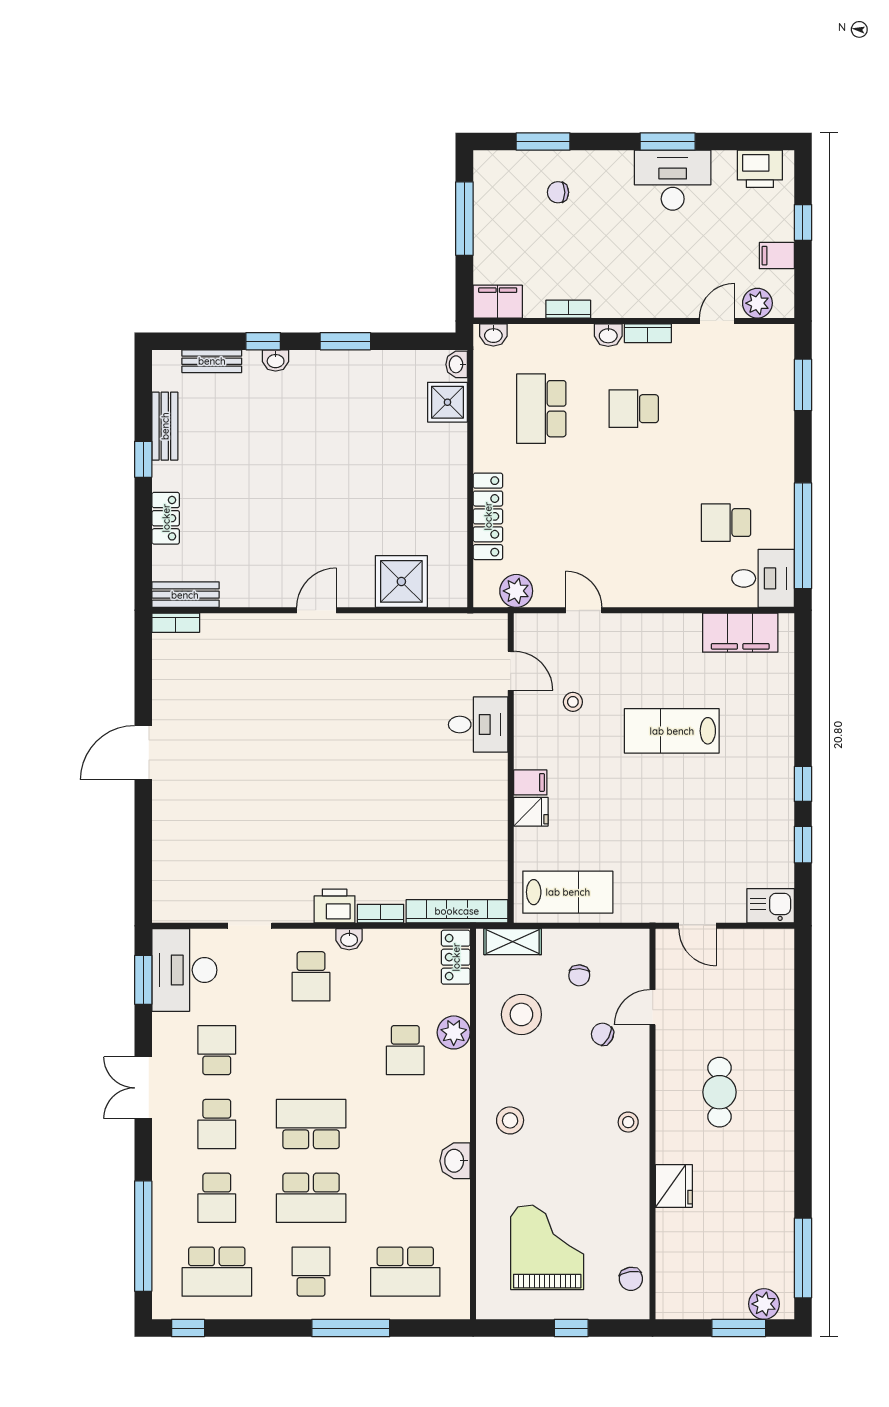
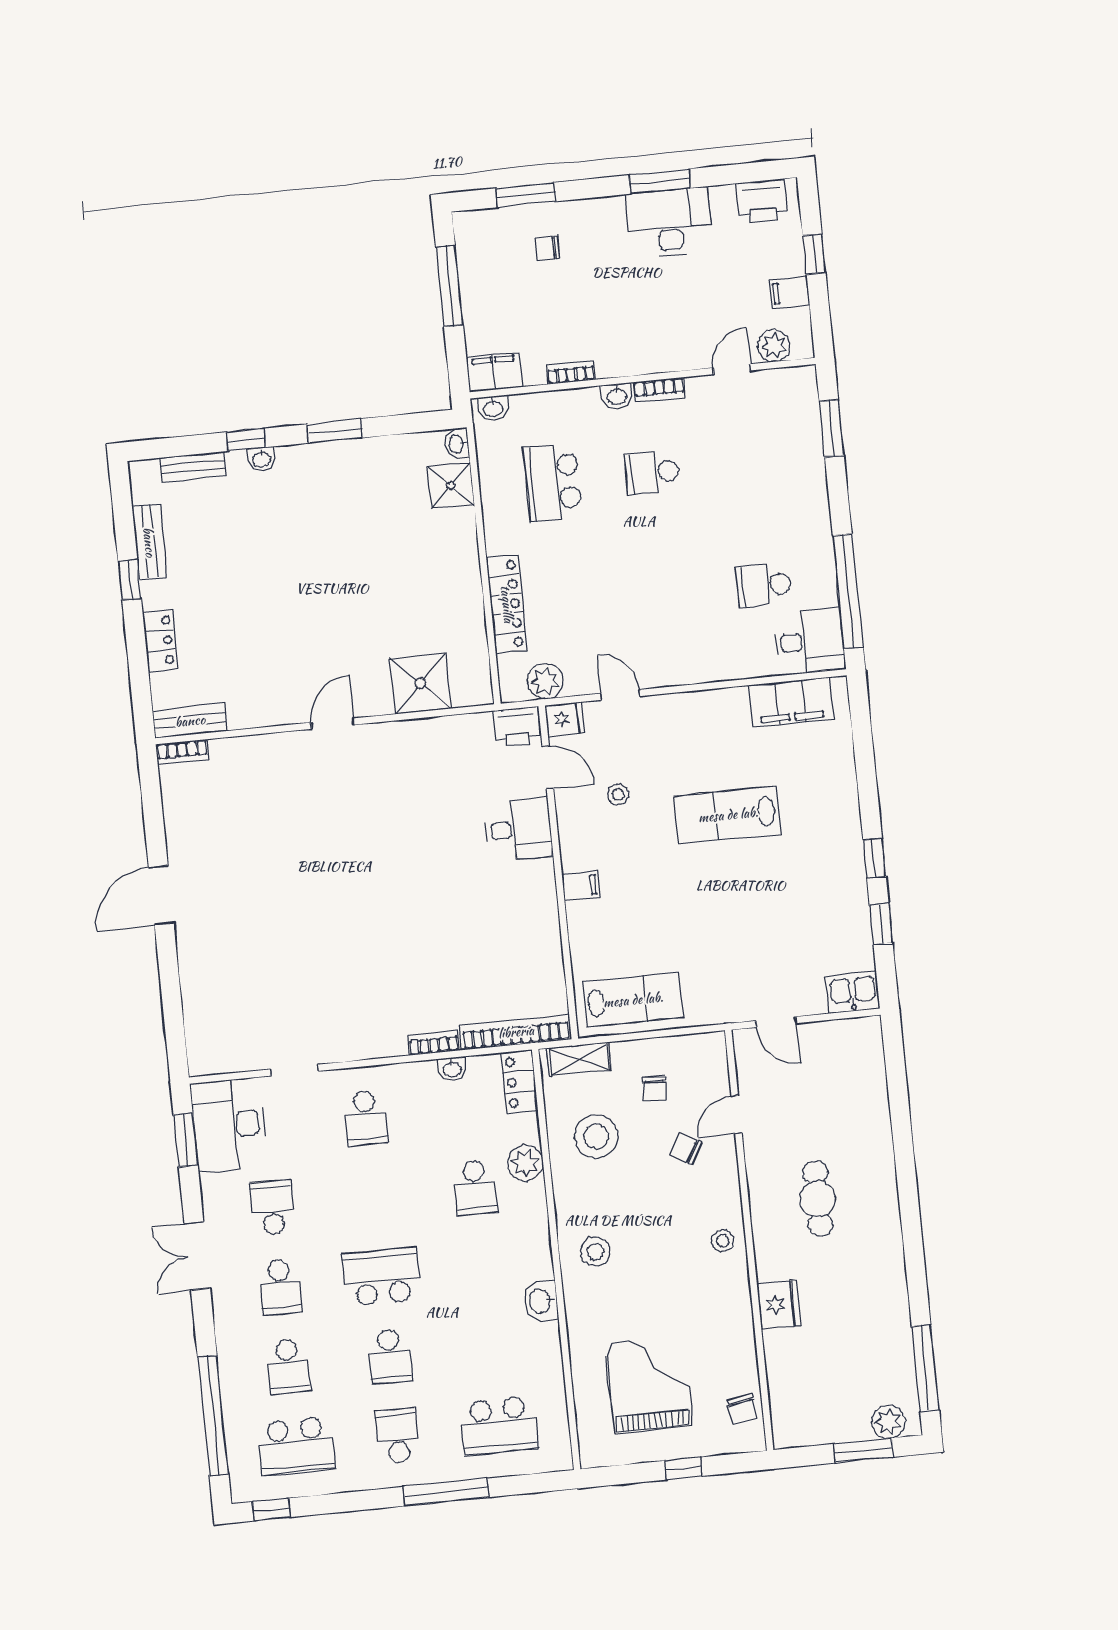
fridge: (531, 812) -> (565, 719), moved
printer: (335, 906) -> (516, 727), moved, turned 180
washbasin: (349, 939) -> (452, 1069), moved
school desk: (311, 1198) -> (390, 1356), width x0.54

